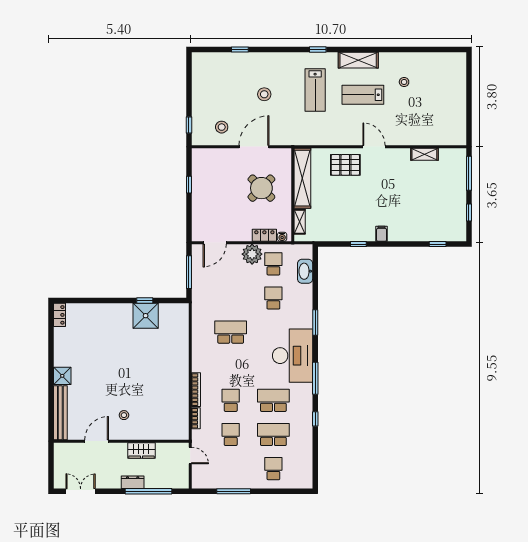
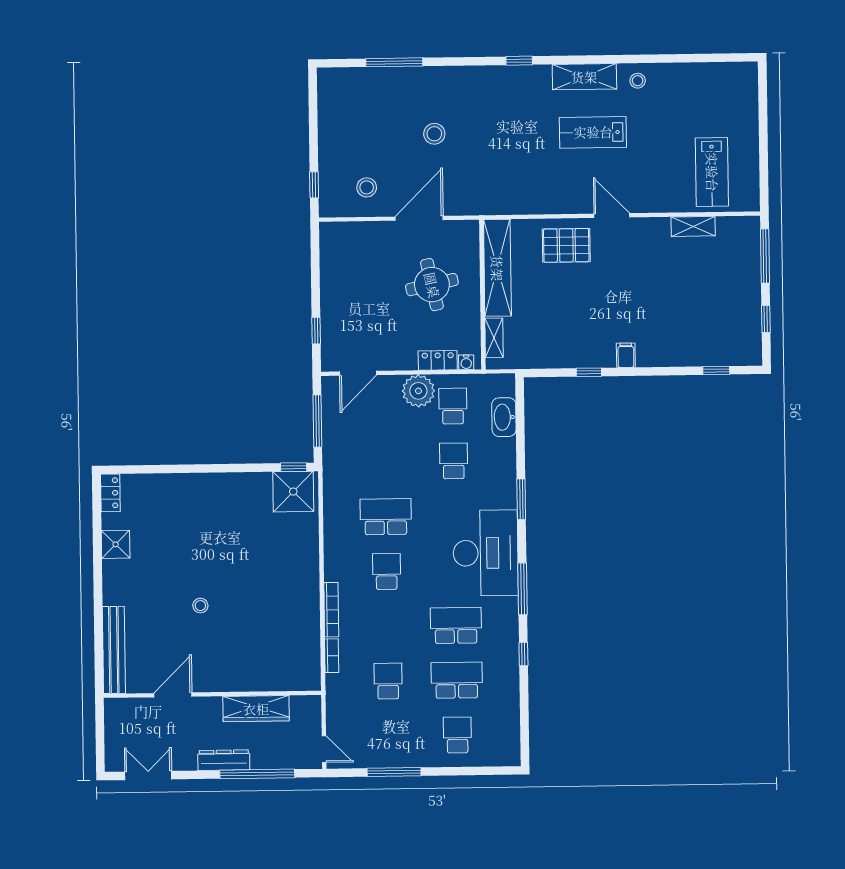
window: (240, 49) -> (394, 62), width x2.17
stool: (404, 82) -> (638, 81), moved
lab bench: (315, 90) -> (712, 172), moved
window: (189, 185) -> (316, 331), moved
round table: (261, 188) -> (432, 285), turned 33
window: (145, 301) -> (294, 467), moved
shower: (146, 316) -> (293, 492), moved
shower: (62, 376) -> (116, 544), moved
school desk: (231, 400) -> (387, 571), moved
stool: (124, 415) -> (200, 606), moved
wardrobe: (141, 450) -> (256, 709), width x1.50
door: (190, 455) -> (324, 749), moved
dresser: (133, 482) -> (224, 760), width x1.44

